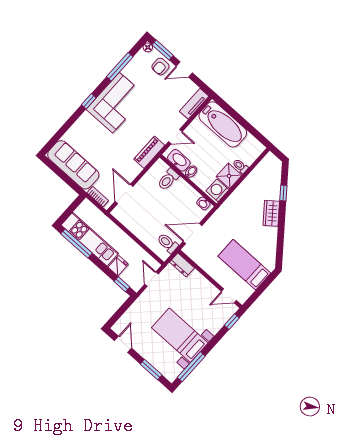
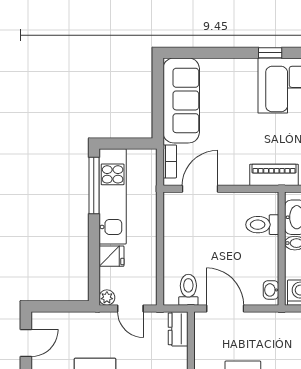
door: (152, 279) -> (130, 308), swing flipped
window: (122, 284) -> (94, 280), removed
plant: (136, 286) -> (107, 298), added

